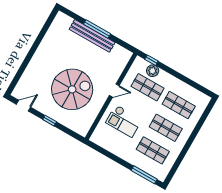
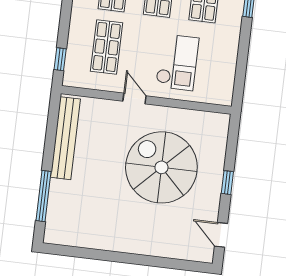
window: (97, 29) -> (44, 196), moved
bench: (92, 36) -> (65, 138), moved
plant: (153, 71) -> (76, 50), removed

